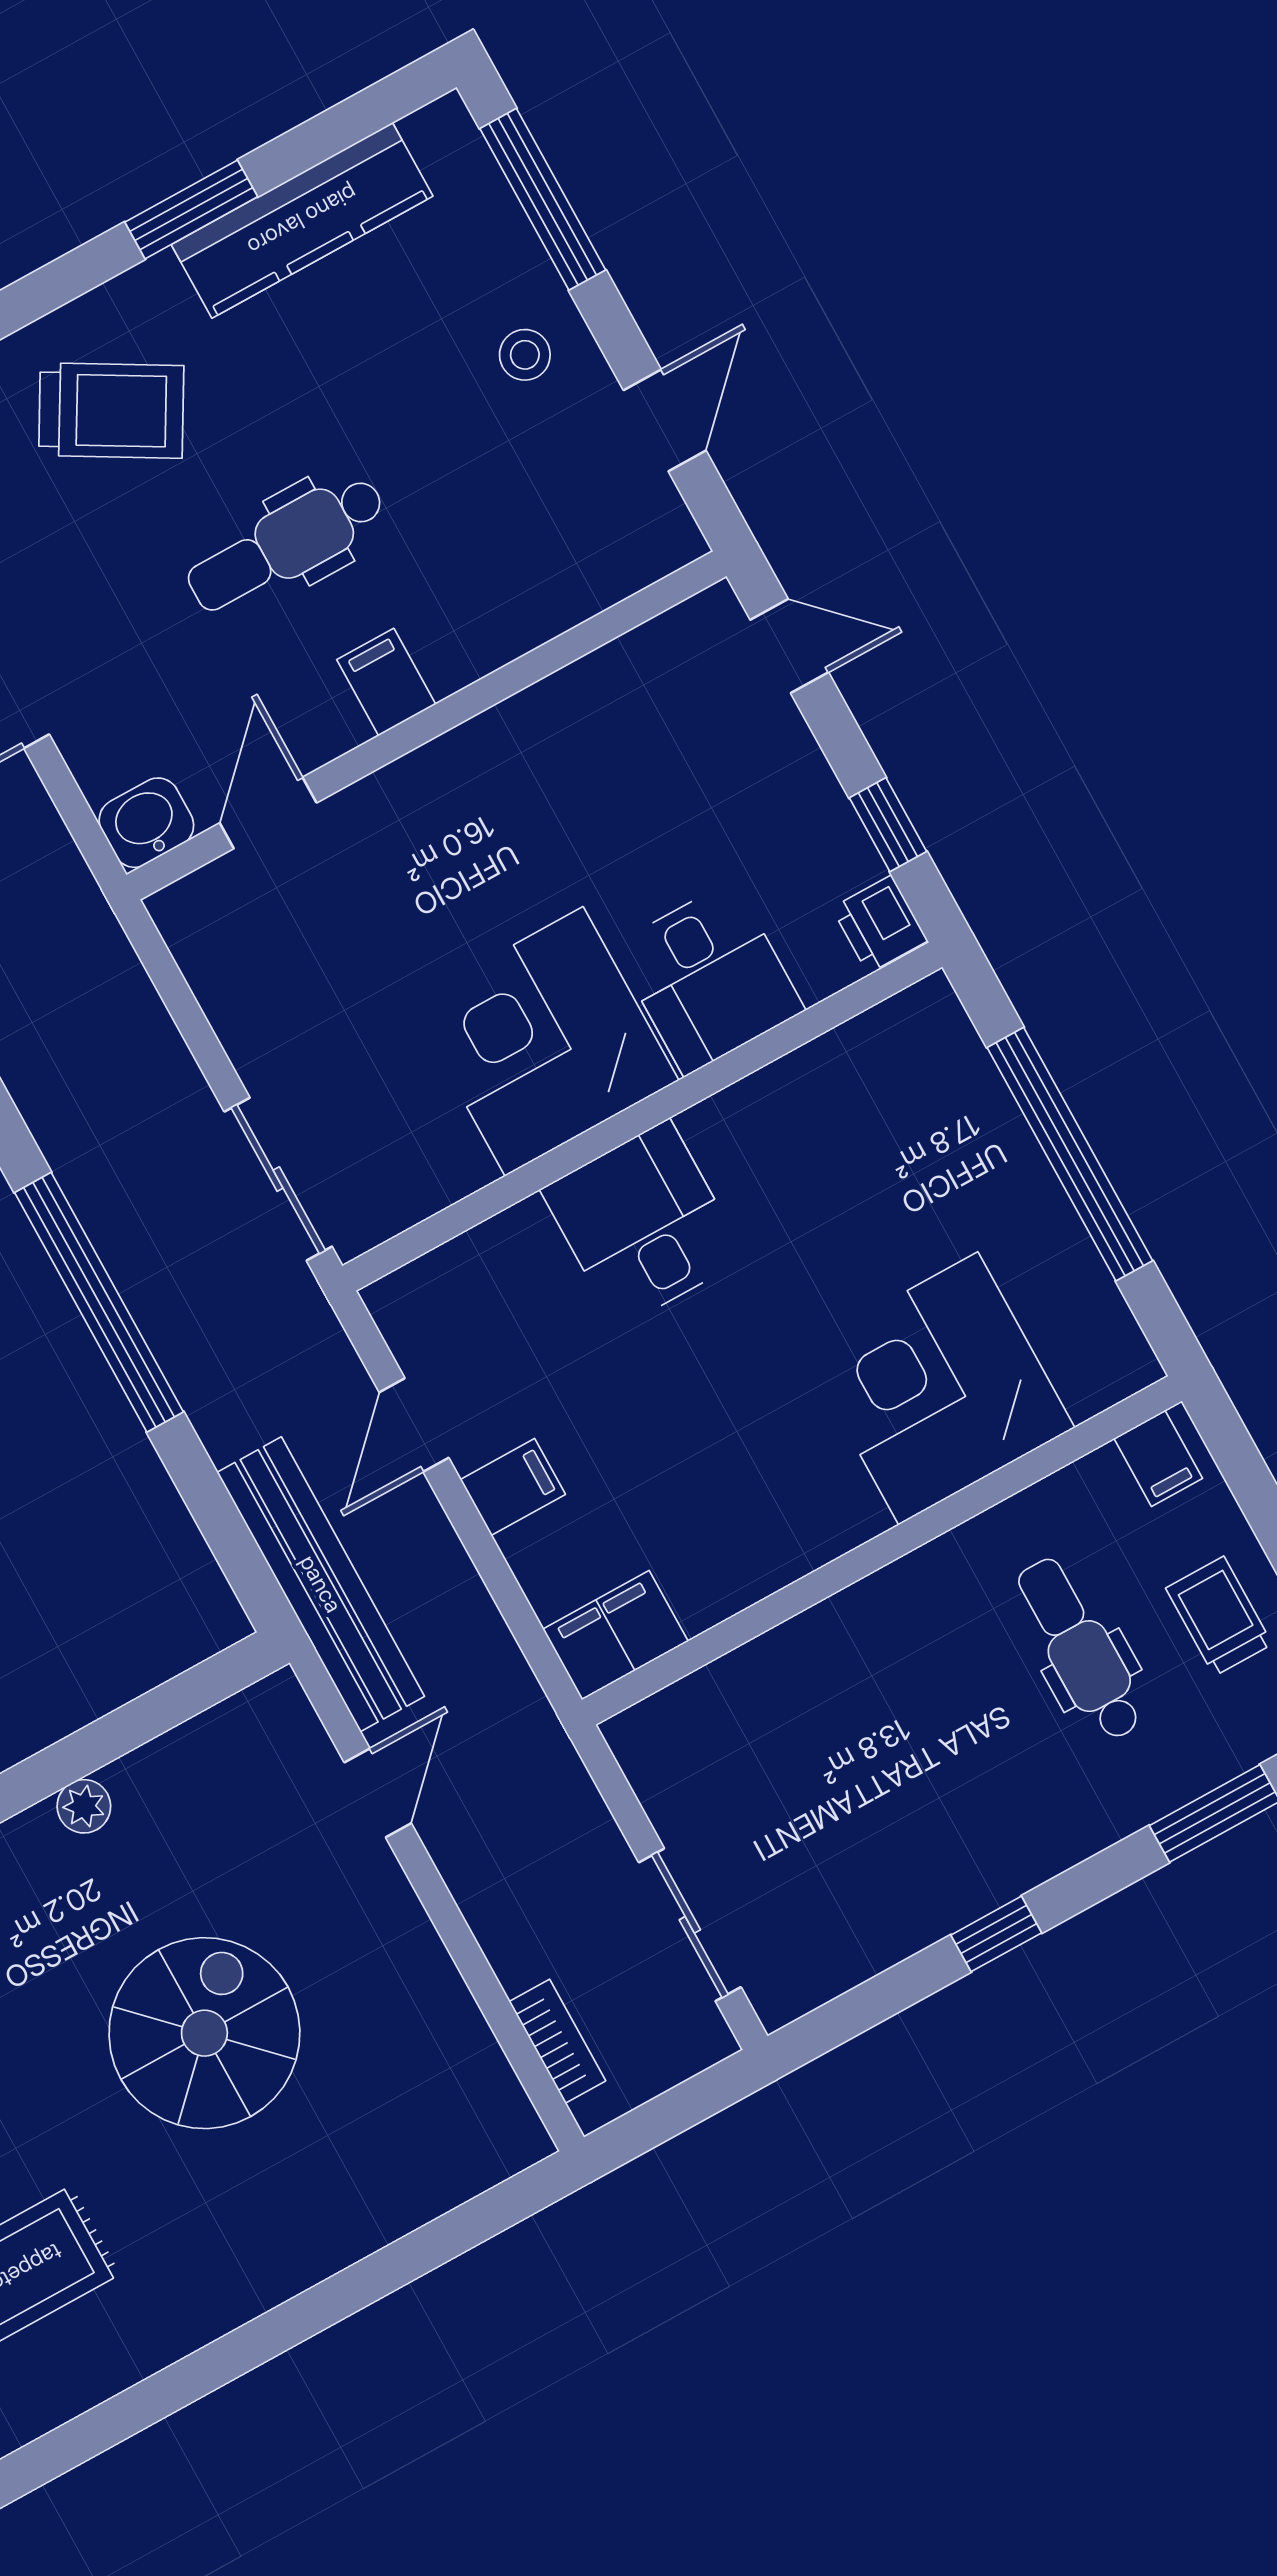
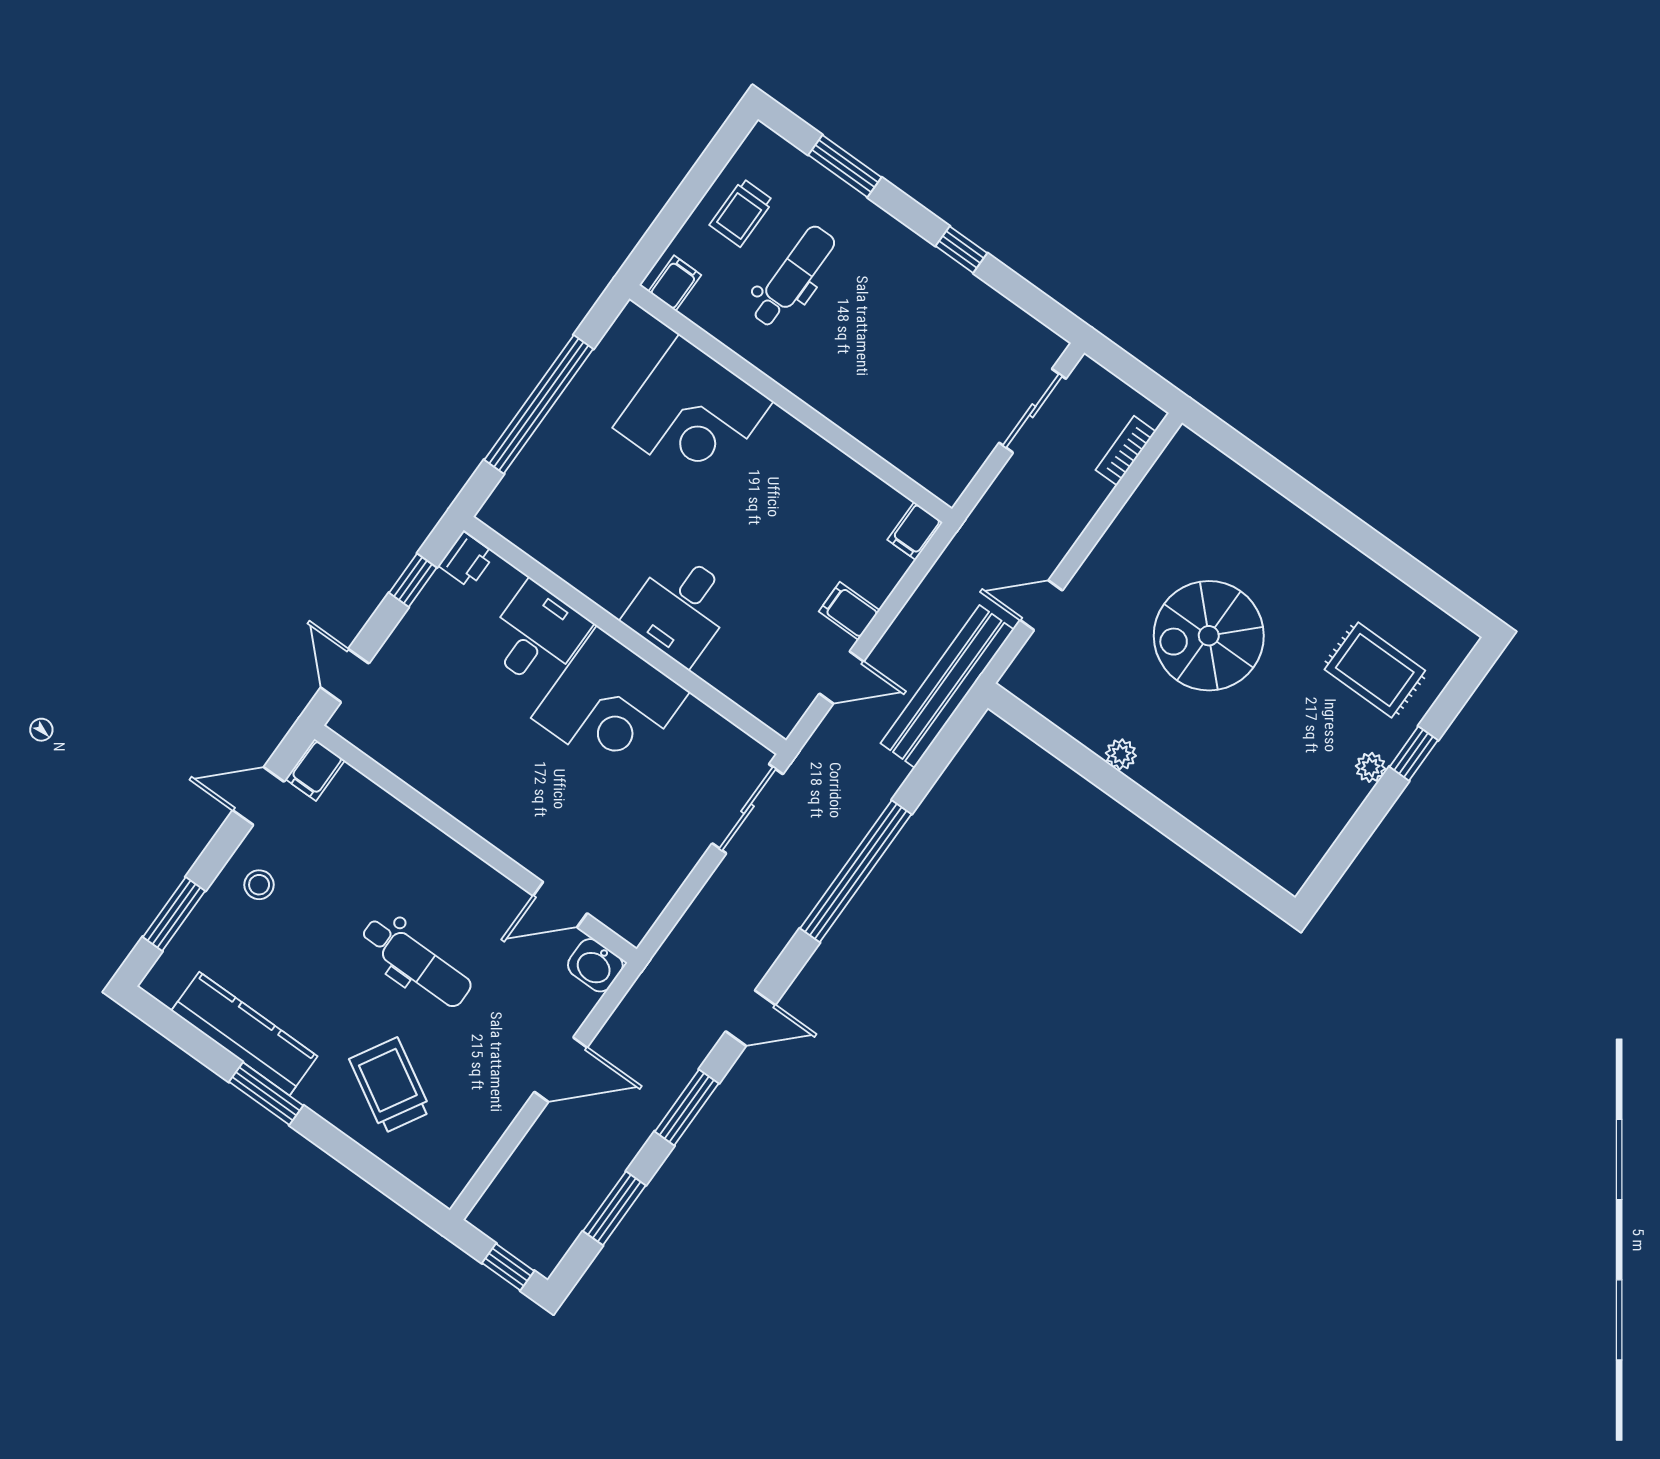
window: (543, 199) -> (174, 914), width x0.69
filing cabinet: (386, 682) -> (315, 770), moved
filing cabinet: (616, 1635) -> (915, 531), width x0.50
dental chair: (1080, 1649) -> (793, 277), turned 180

